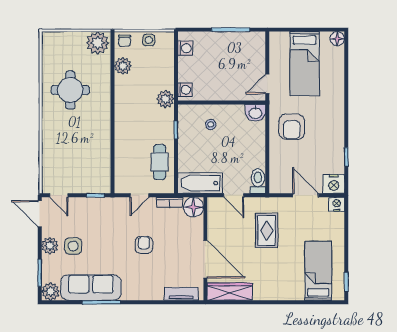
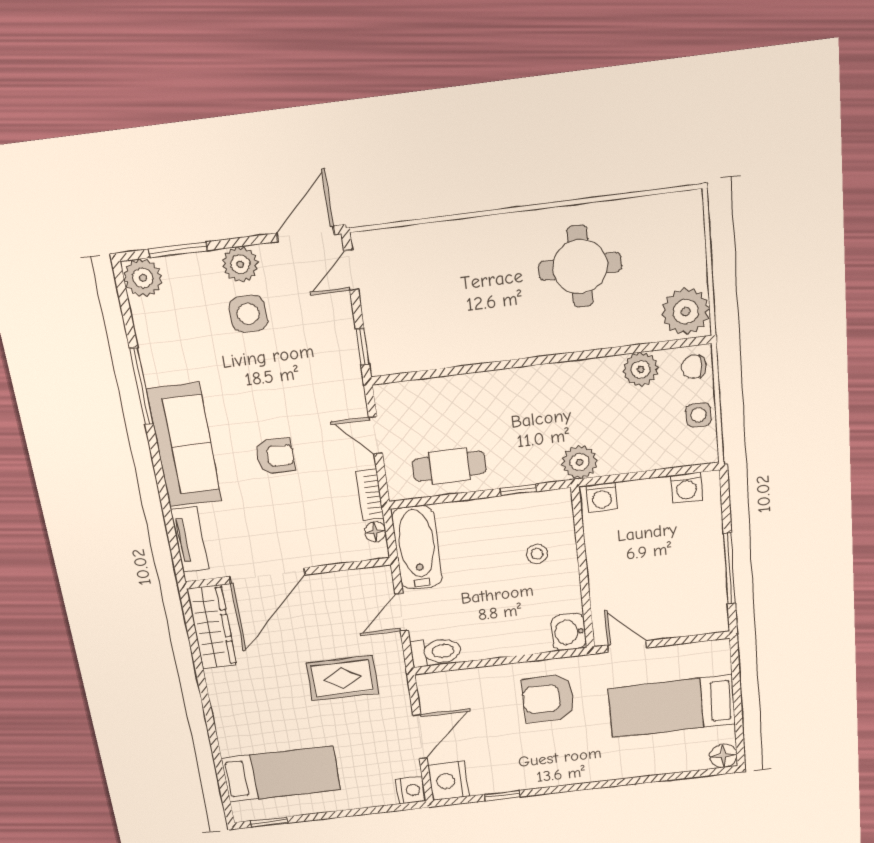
floor lamp: (194, 207) -> (375, 532), width x0.53, depth x0.53
sofa: (91, 288) -> (184, 445), moved

